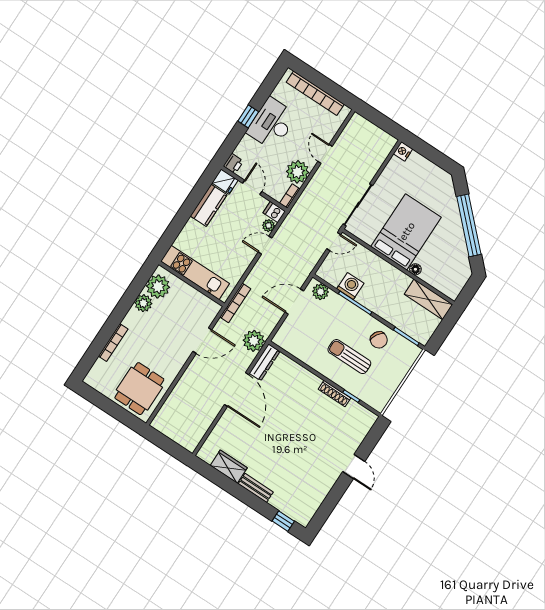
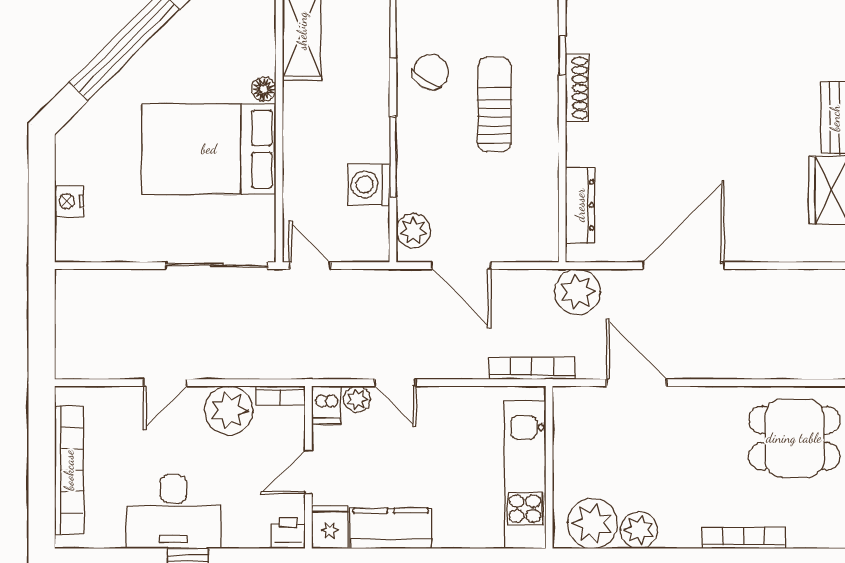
nightstand: (403, 151) -> (69, 201), moved, turned 90
sun lounger: (349, 357) -> (494, 105), turned 180
dresser: (265, 362) -> (580, 205), moved, turned 90

